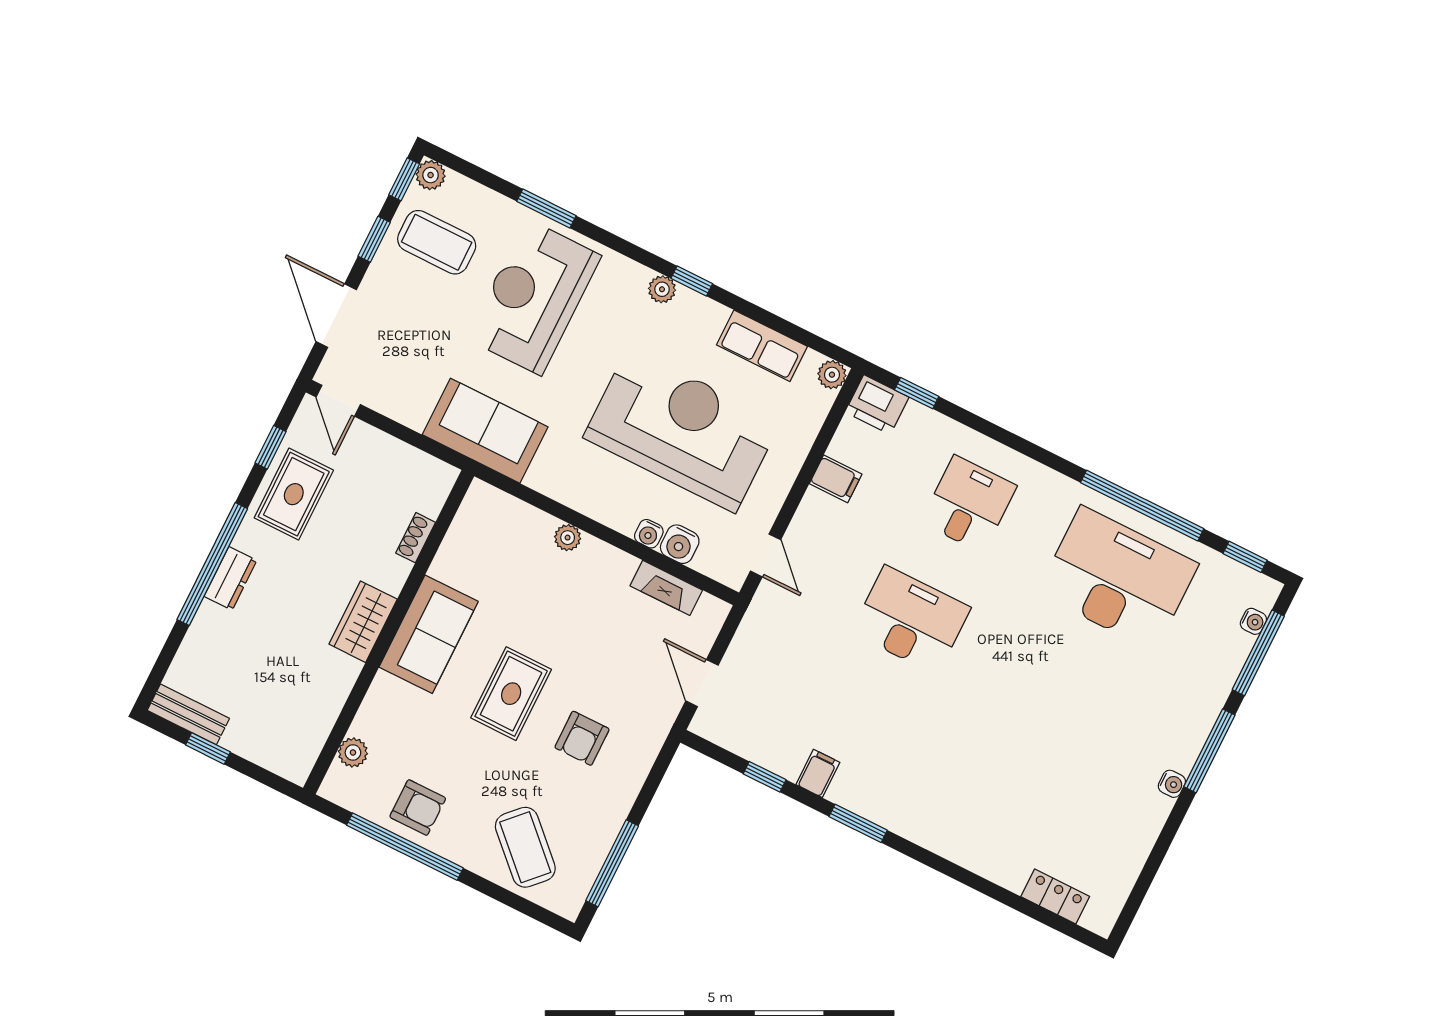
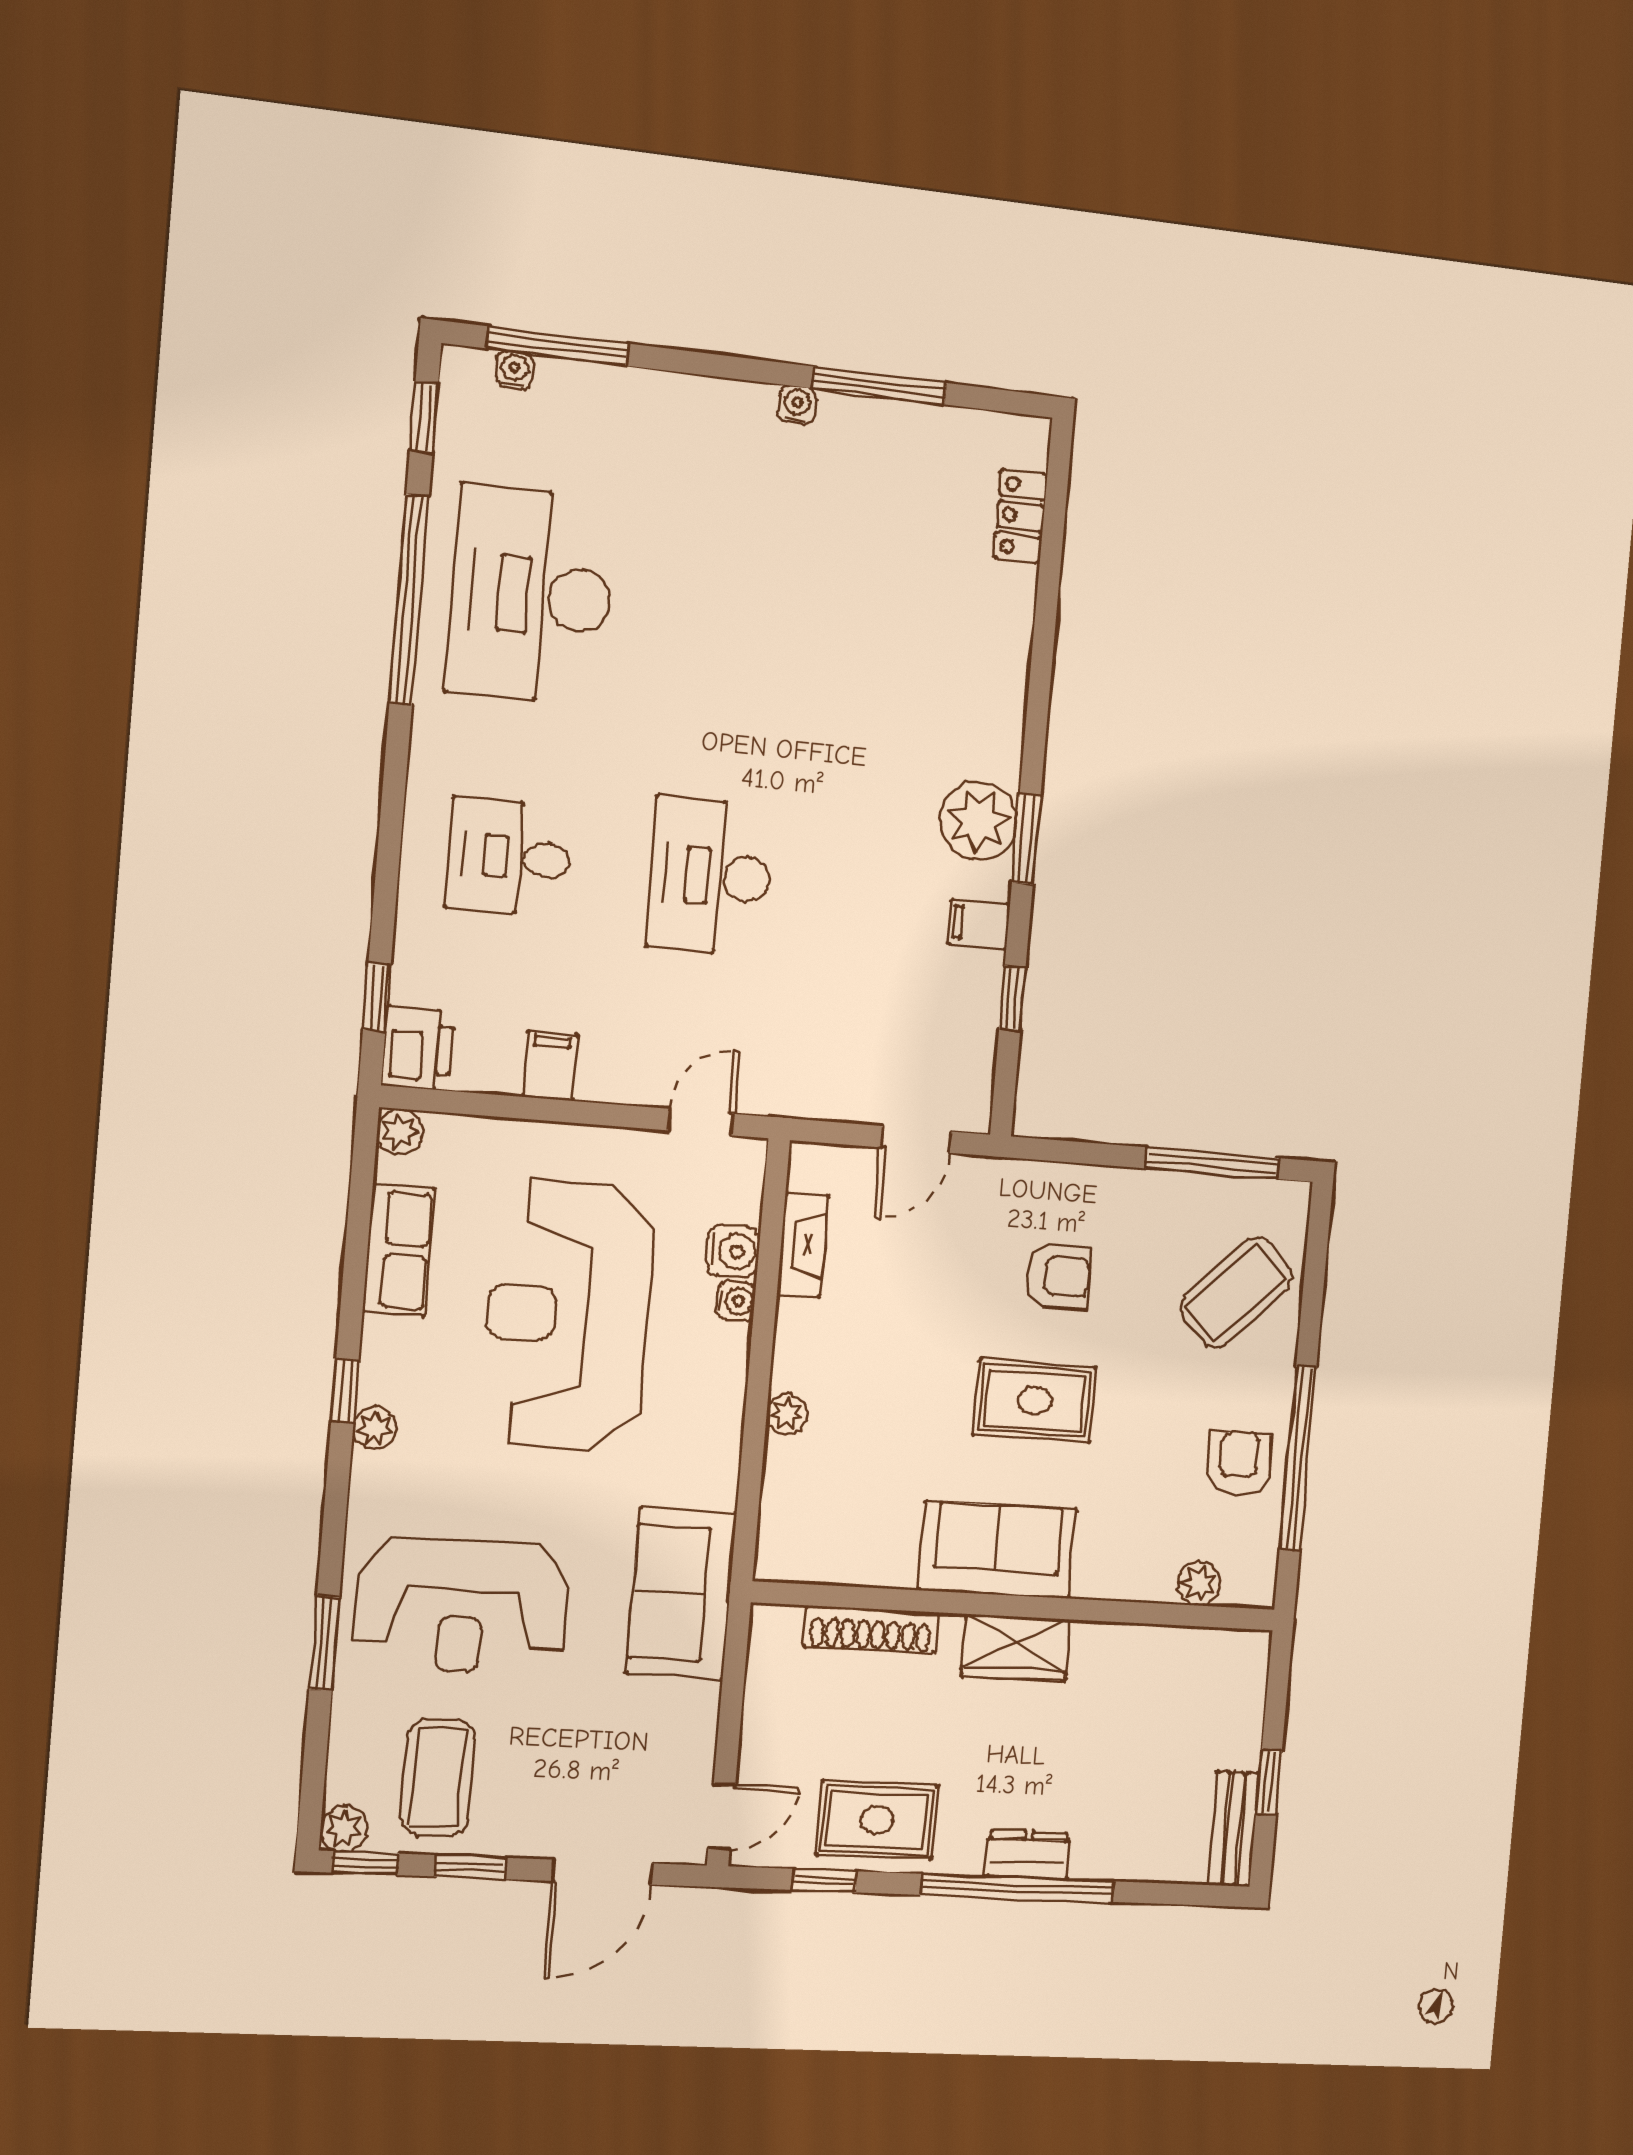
shoe rack: (416, 538) -> (871, 1629), width x1.94, depth x1.24
window: (1209, 751) -> (879, 386), moved
plant: (881, 798) -> (979, 821), added

